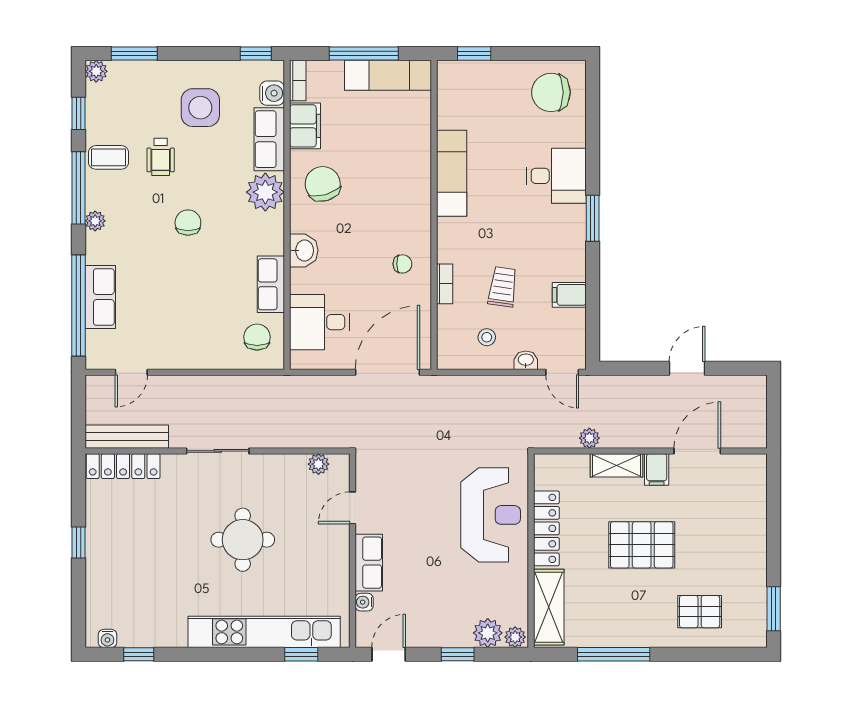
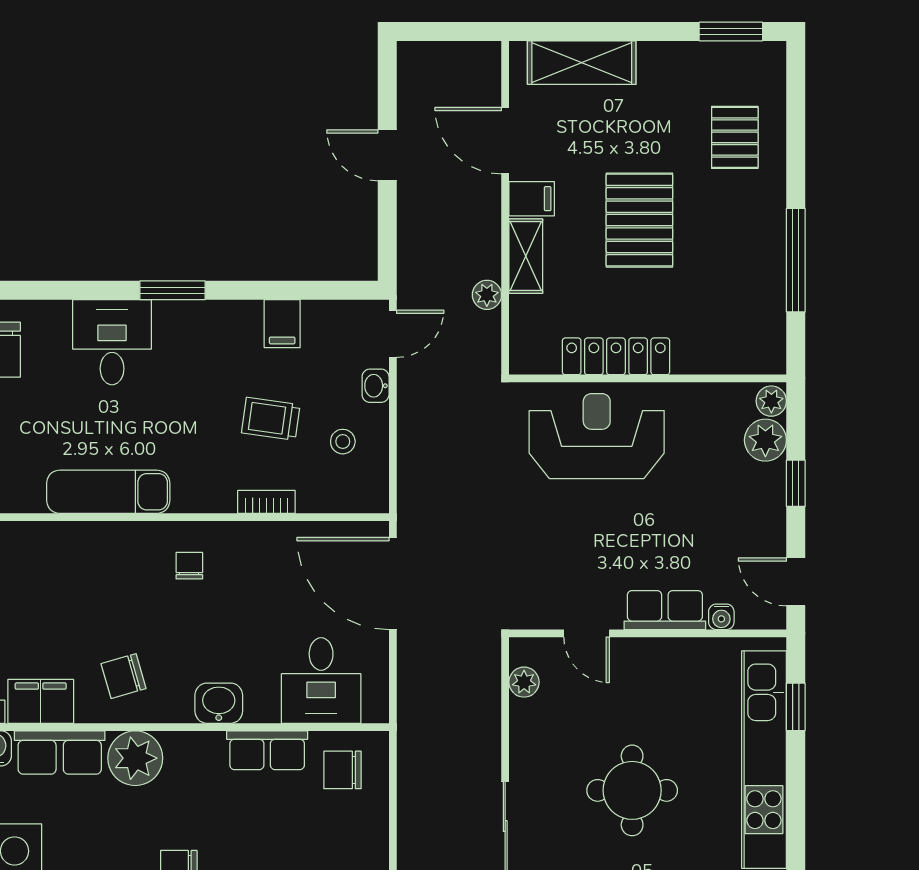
chair: (323, 184) -> (124, 676), width x0.73, depth x0.73
chair: (402, 264) -> (189, 566), moved
shelving: (549, 607) -> (582, 63), moved

